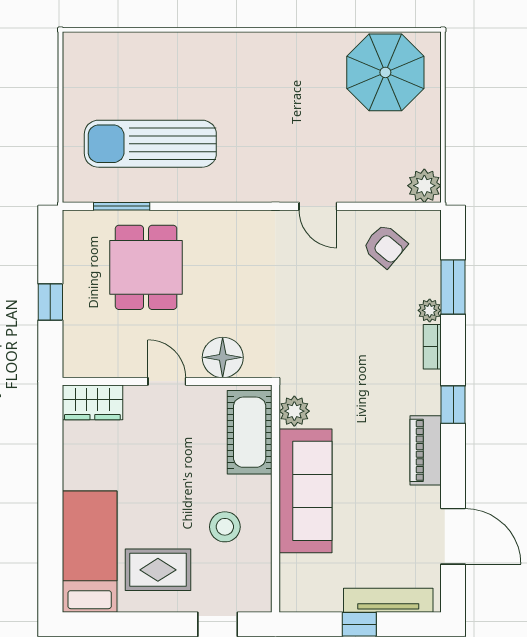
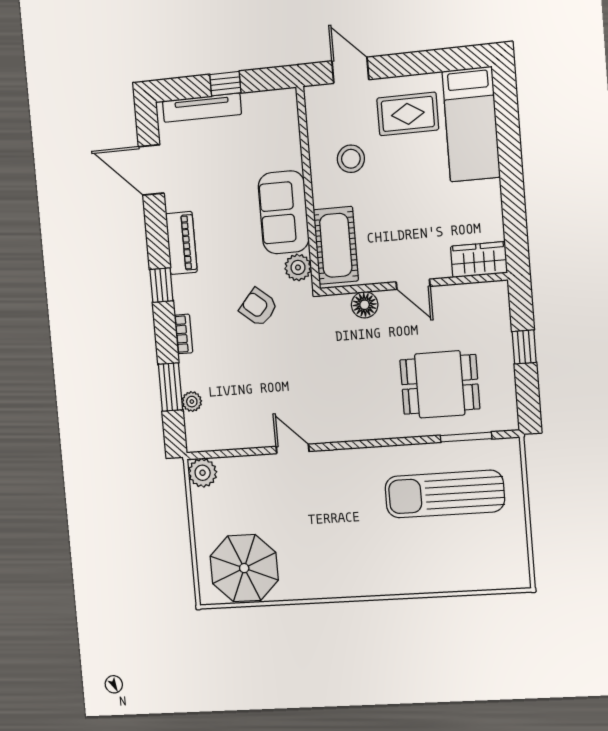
sun lounger: (150, 144) -> (445, 494), turned 180
armchair: (385, 246) -> (258, 307), moved
dining table: (146, 267) -> (440, 384), turned 90
plant: (430, 310) -> (192, 402), moved
floor lamp: (223, 357) -> (365, 305), width x0.73, depth x0.73
sofa: (305, 491) -> (284, 212), width x0.73

